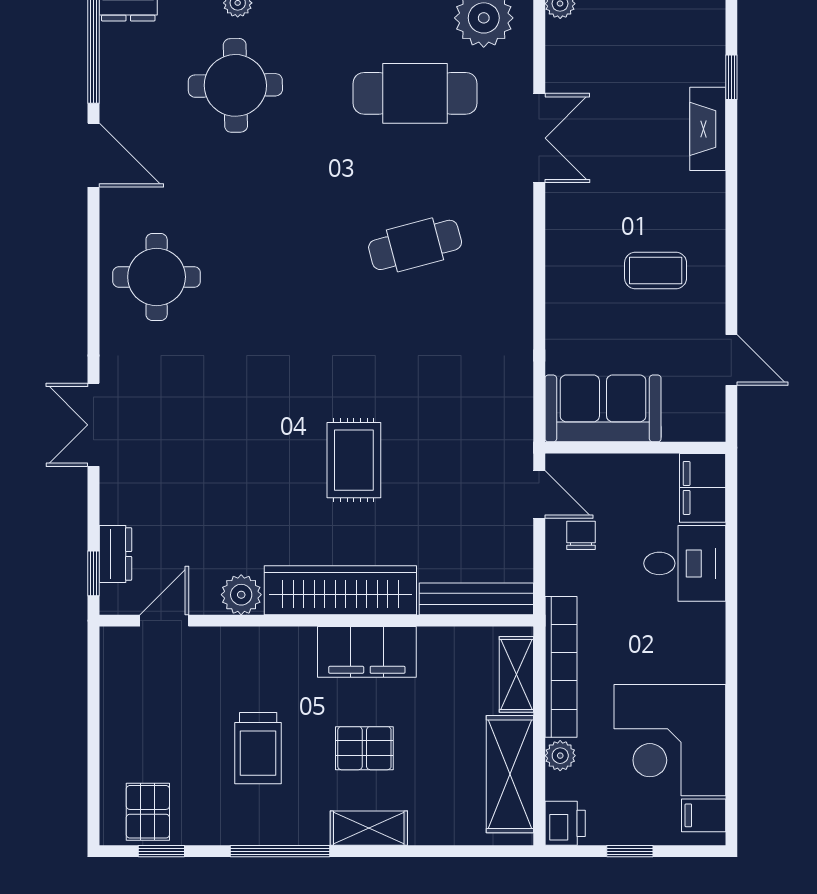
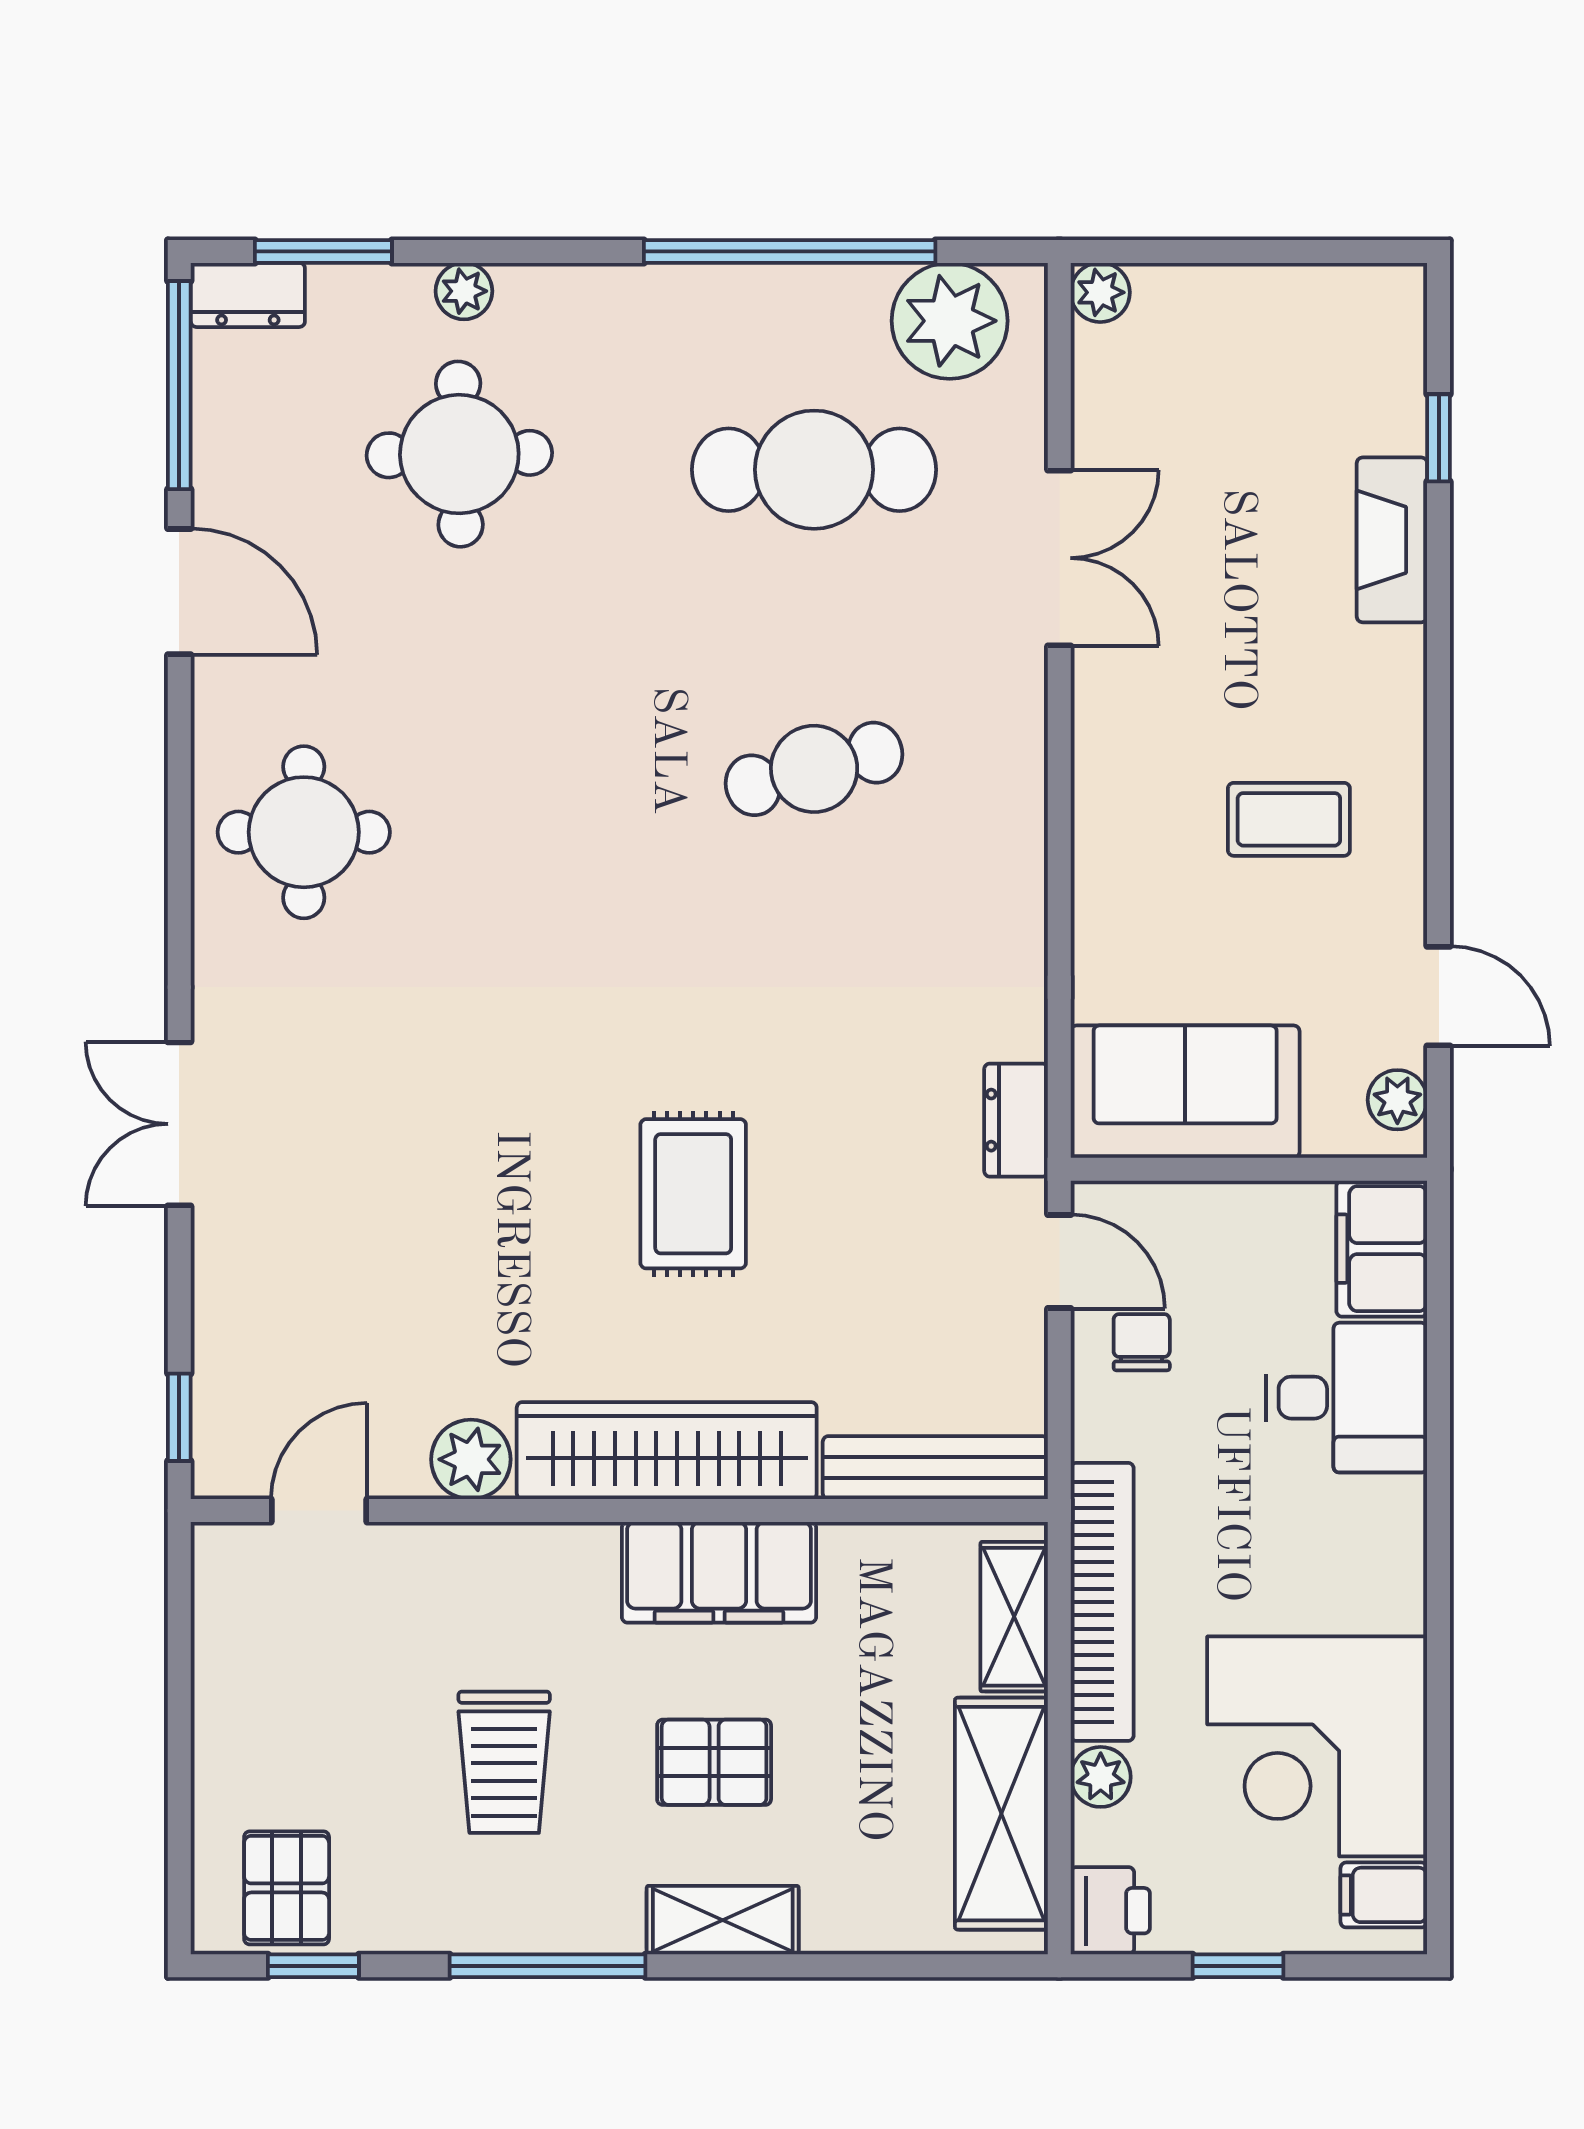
plant: (711, 413) -> (1397, 1100), added
dresser: (115, 554) -> (1016, 1120), moved, turned 180

